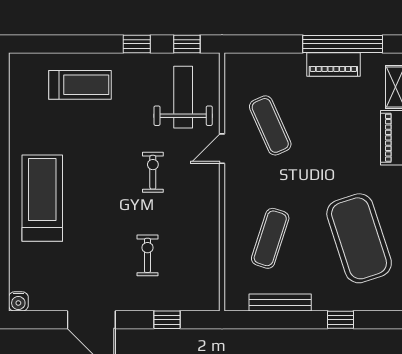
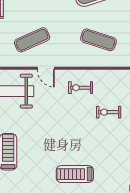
exercise bike: (153, 172) -> (81, 88), moved
treadmill: (42, 198) -> (75, 174), width x0.73, depth x0.73

